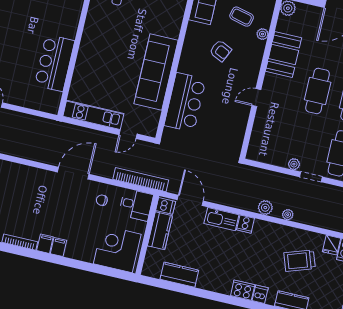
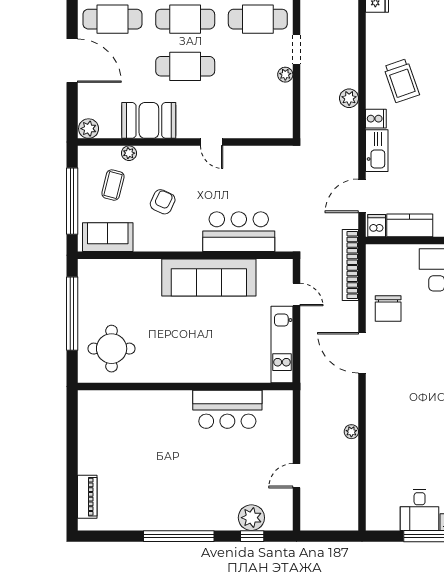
chair: (102, 200) -> (388, 309), width x1.87, depth x1.87
desk: (136, 205) -> (384, 264), removed
plant: (288, 215) -> (351, 432), moved
trolley: (300, 261) -> (401, 81), moved

